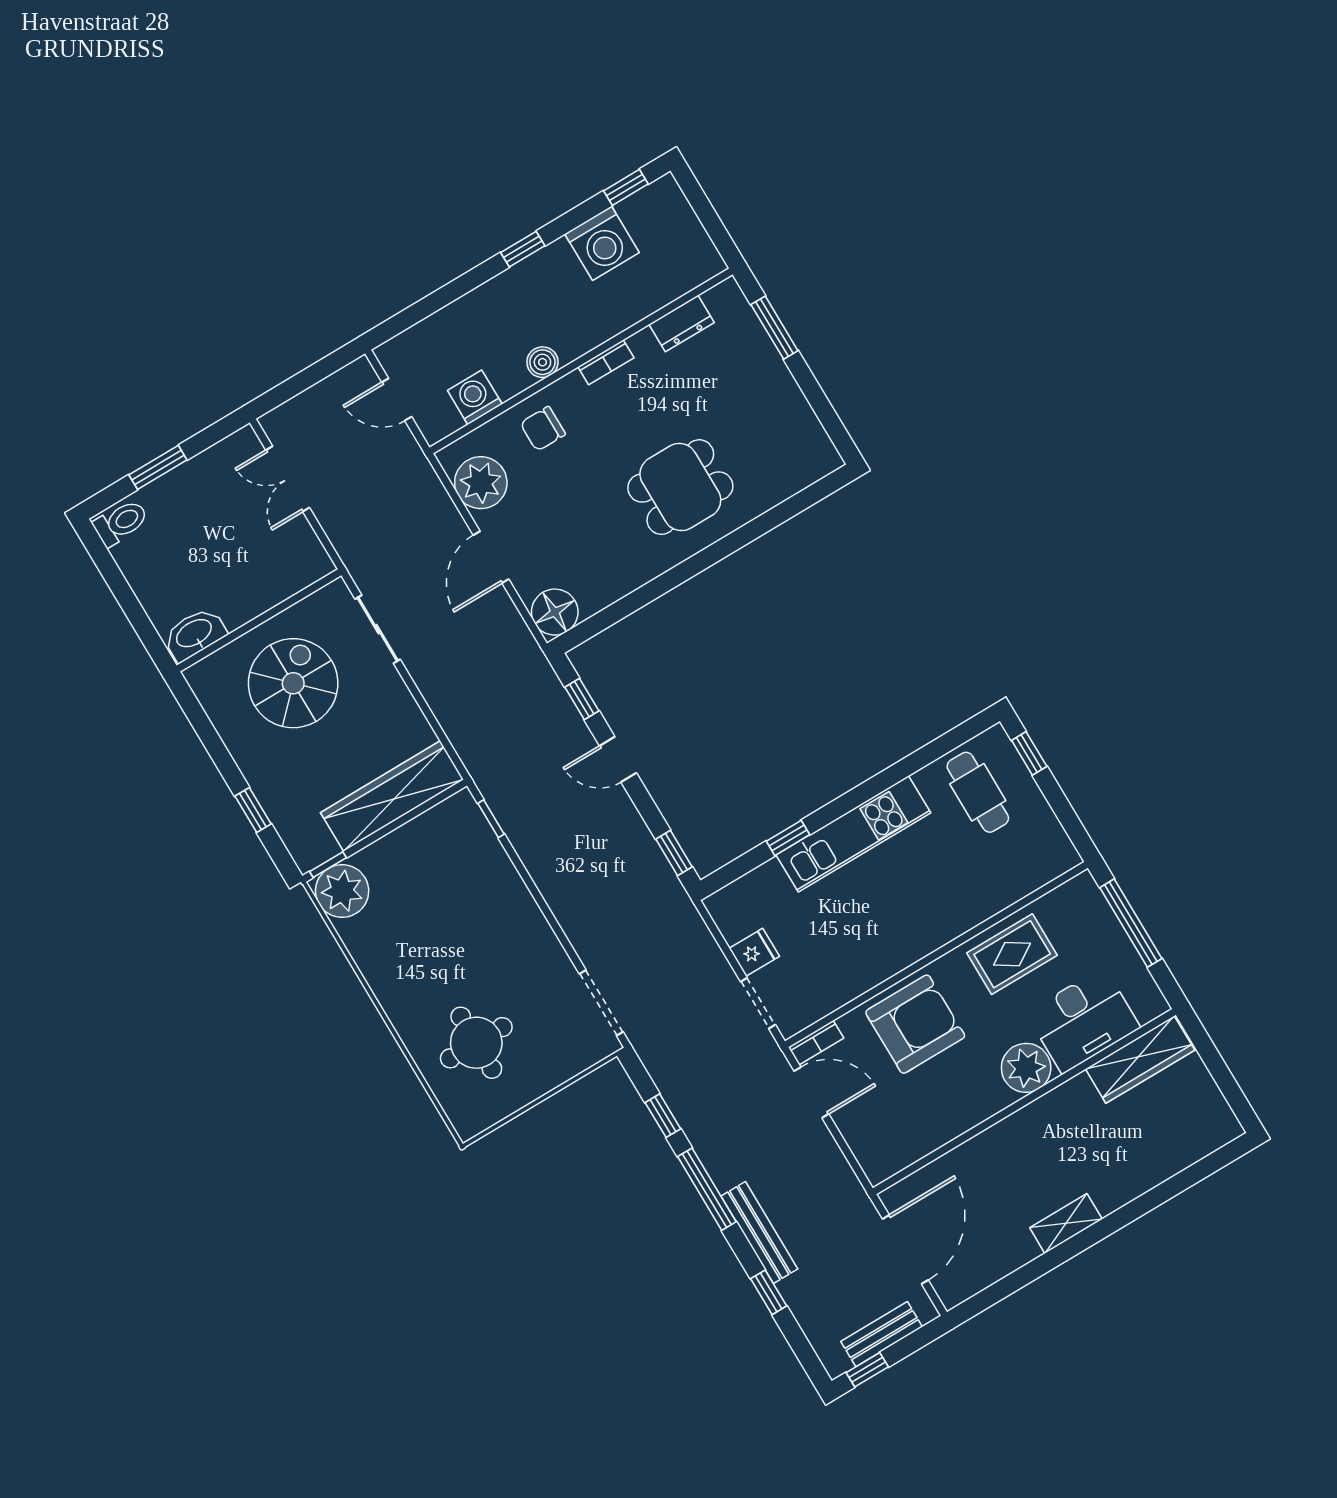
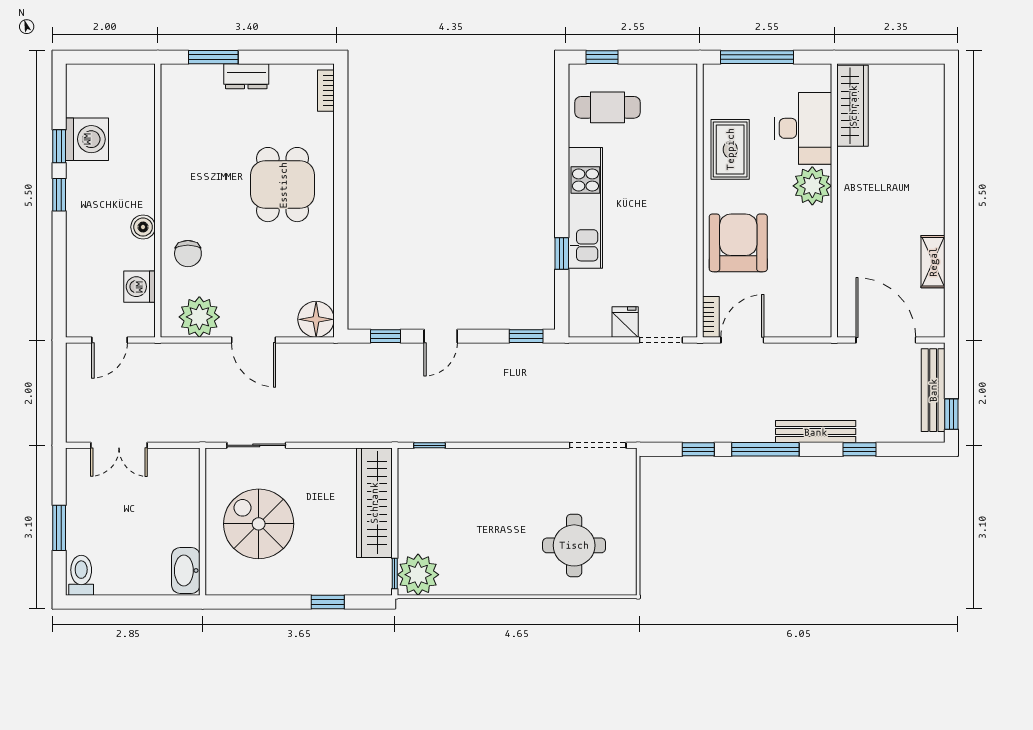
window: (626, 187) -> (59, 146), moved
dresser: (682, 323) -> (246, 76), moved, turned 90
bookcase: (606, 362) -> (326, 91), moved, turned 180
shelving: (1066, 1223) -> (933, 262), moved
bench: (882, 1334) -> (933, 390), width x1.36

